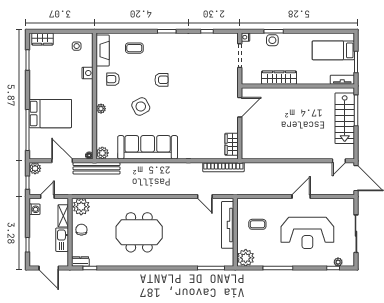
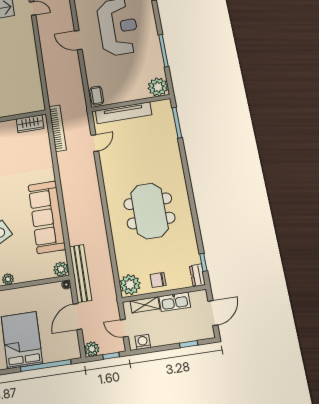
coffee table: (257, 224) -> (97, 96), moved

